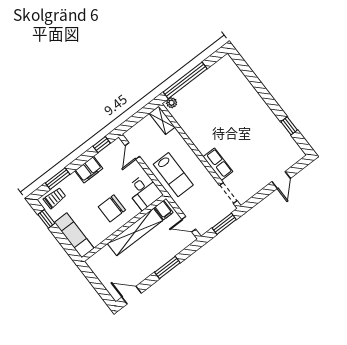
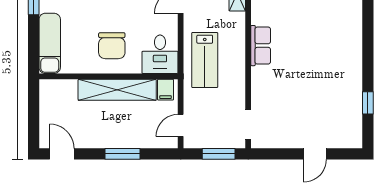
row of seats: (218, 164) -> (261, 46), moved
chair: (112, 208) -> (112, 46), turned -90
door: (189, 224) -> (181, 125), hinge flipped

